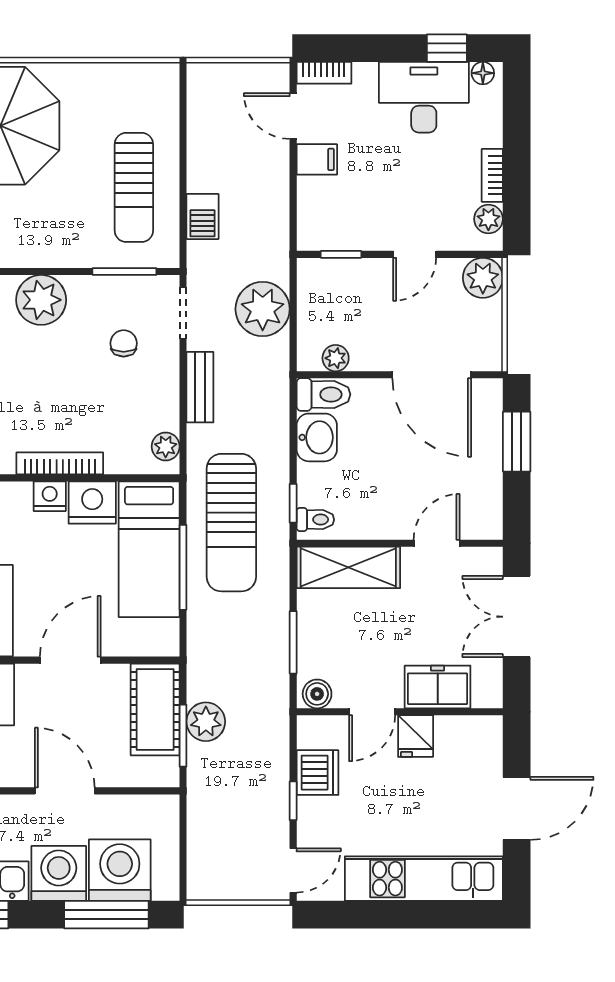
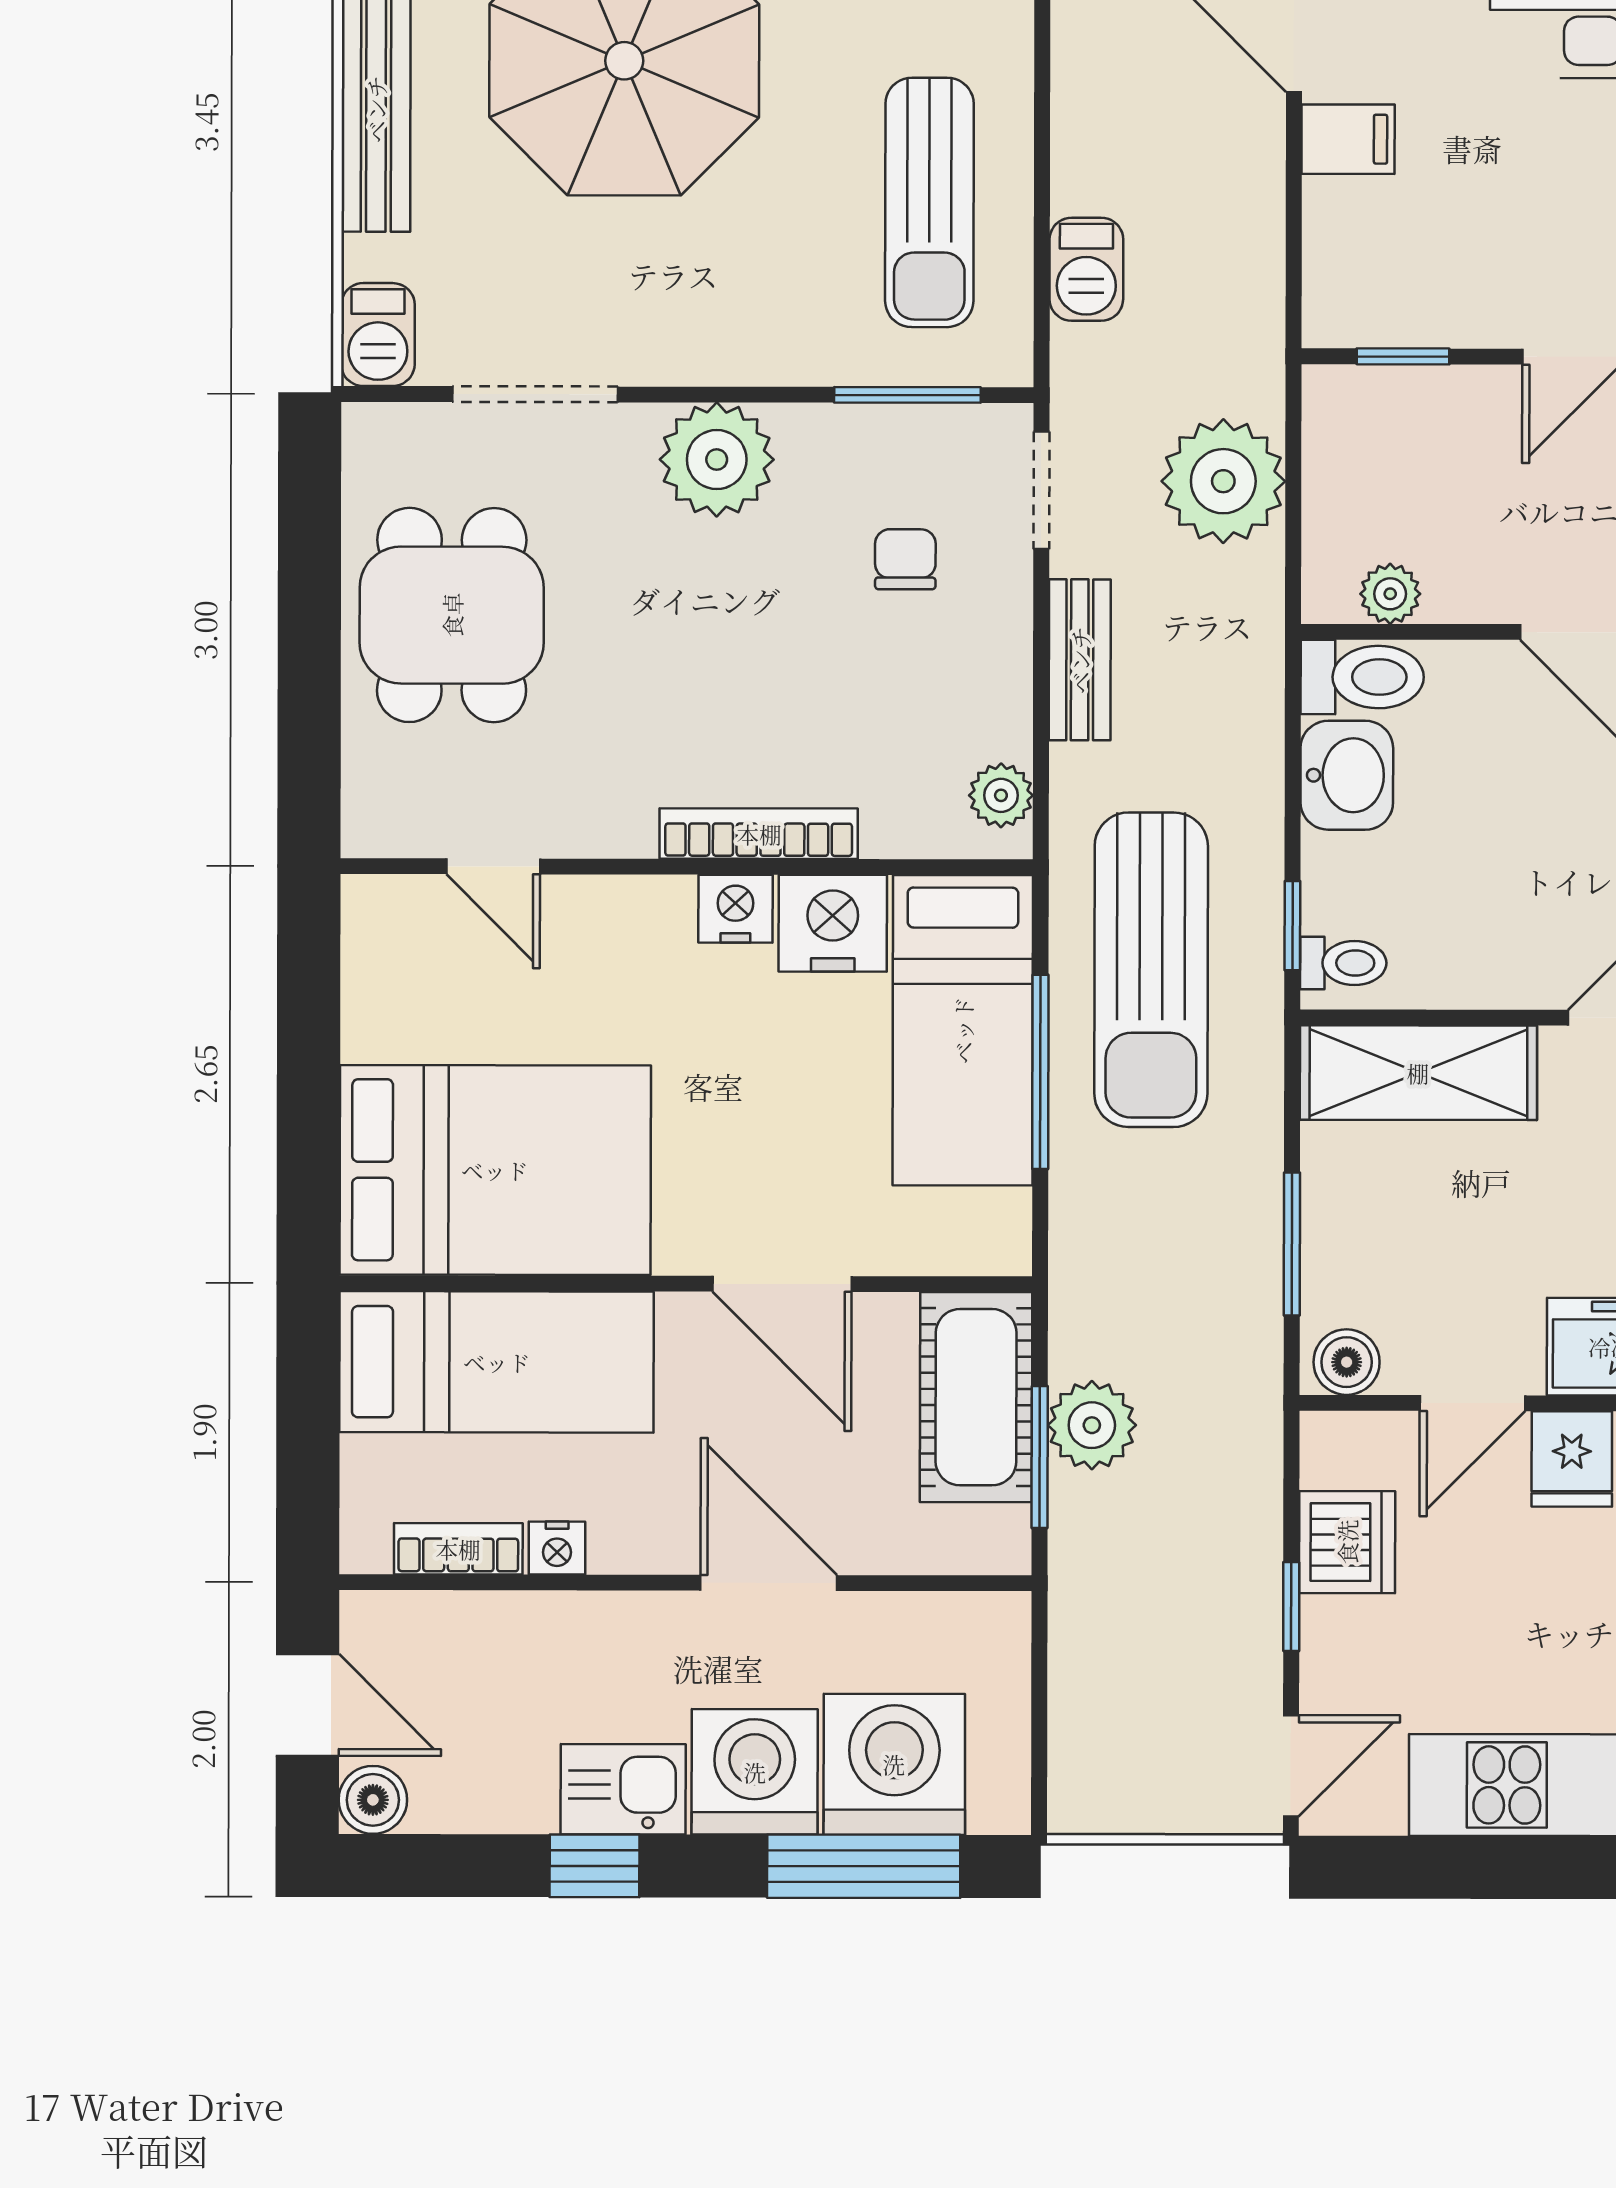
door: (70, 660) -> (782, 1284), swing flipped

